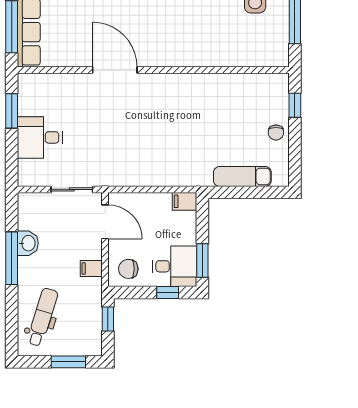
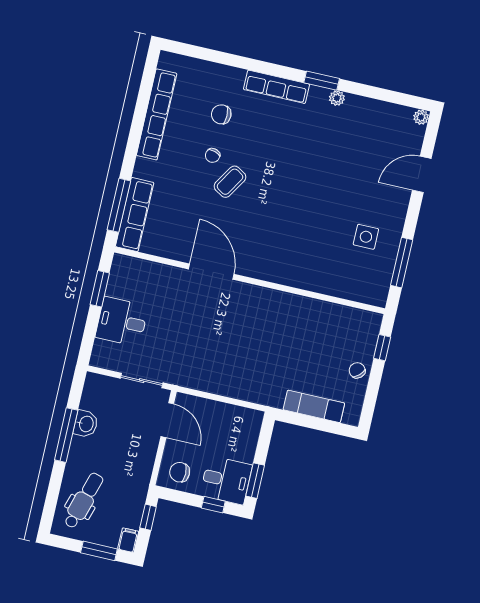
chair: (276, 132) -> (357, 370), turned 137
filing cabinet: (185, 201) -> (251, 418), removed
filing cabinet: (91, 268) -> (128, 540), moved, turned 90

